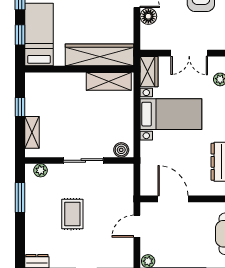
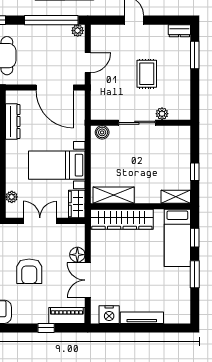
shelving: (32, 132) -> (176, 197), moved, turned 90
plant: (41, 170) -> (162, 114), moved
window: (20, 198) -> (195, 55), moved
door: (173, 199) -> (55, 88), width x1.36

